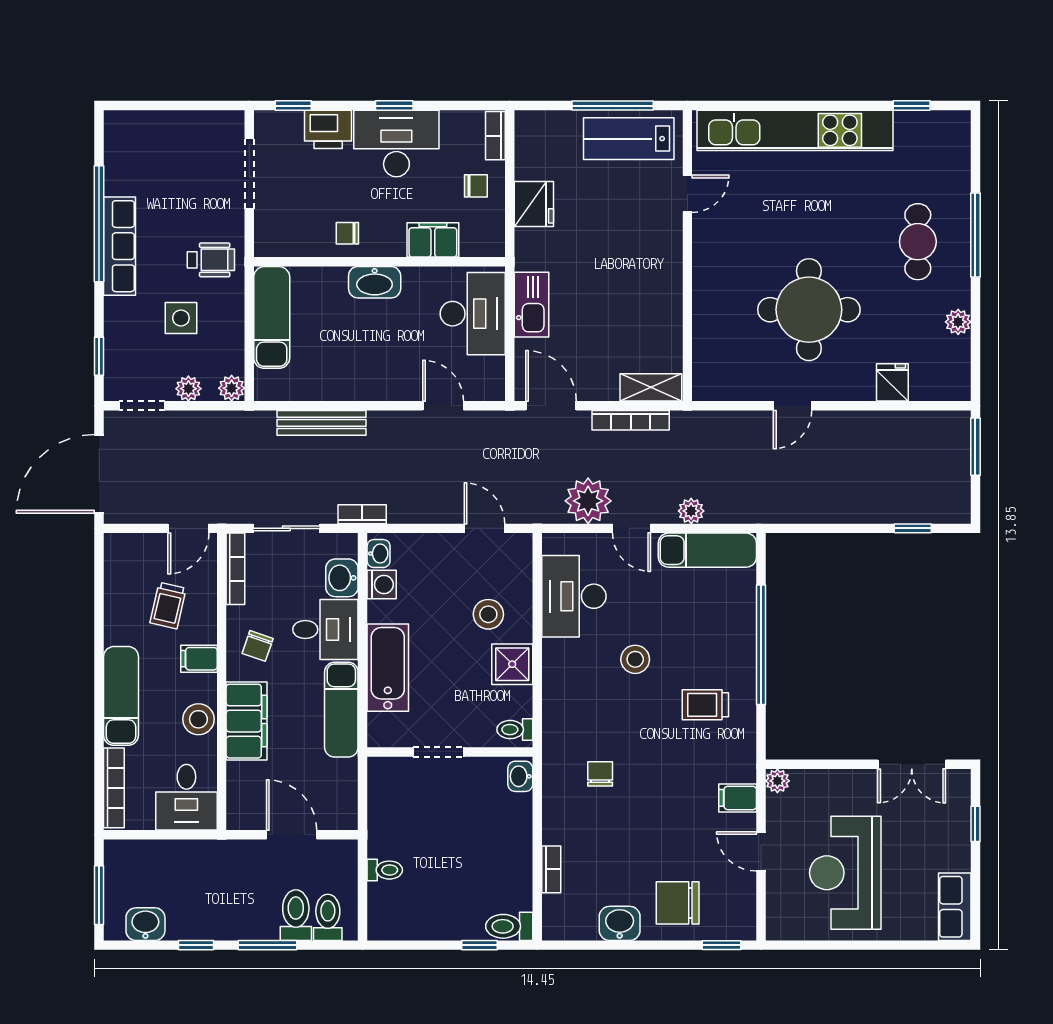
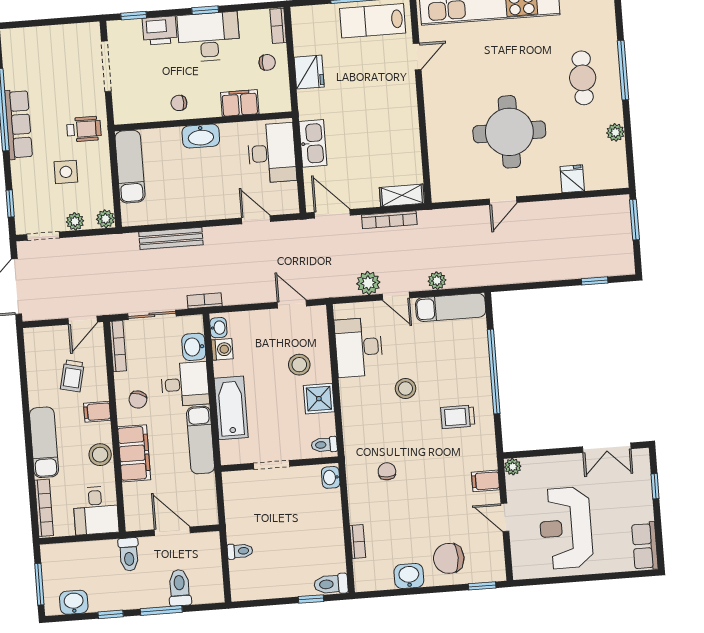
plant: (588, 501) -> (368, 283), width x0.73, depth x0.73
toilet: (328, 917) -> (129, 554), moved, turned 180

